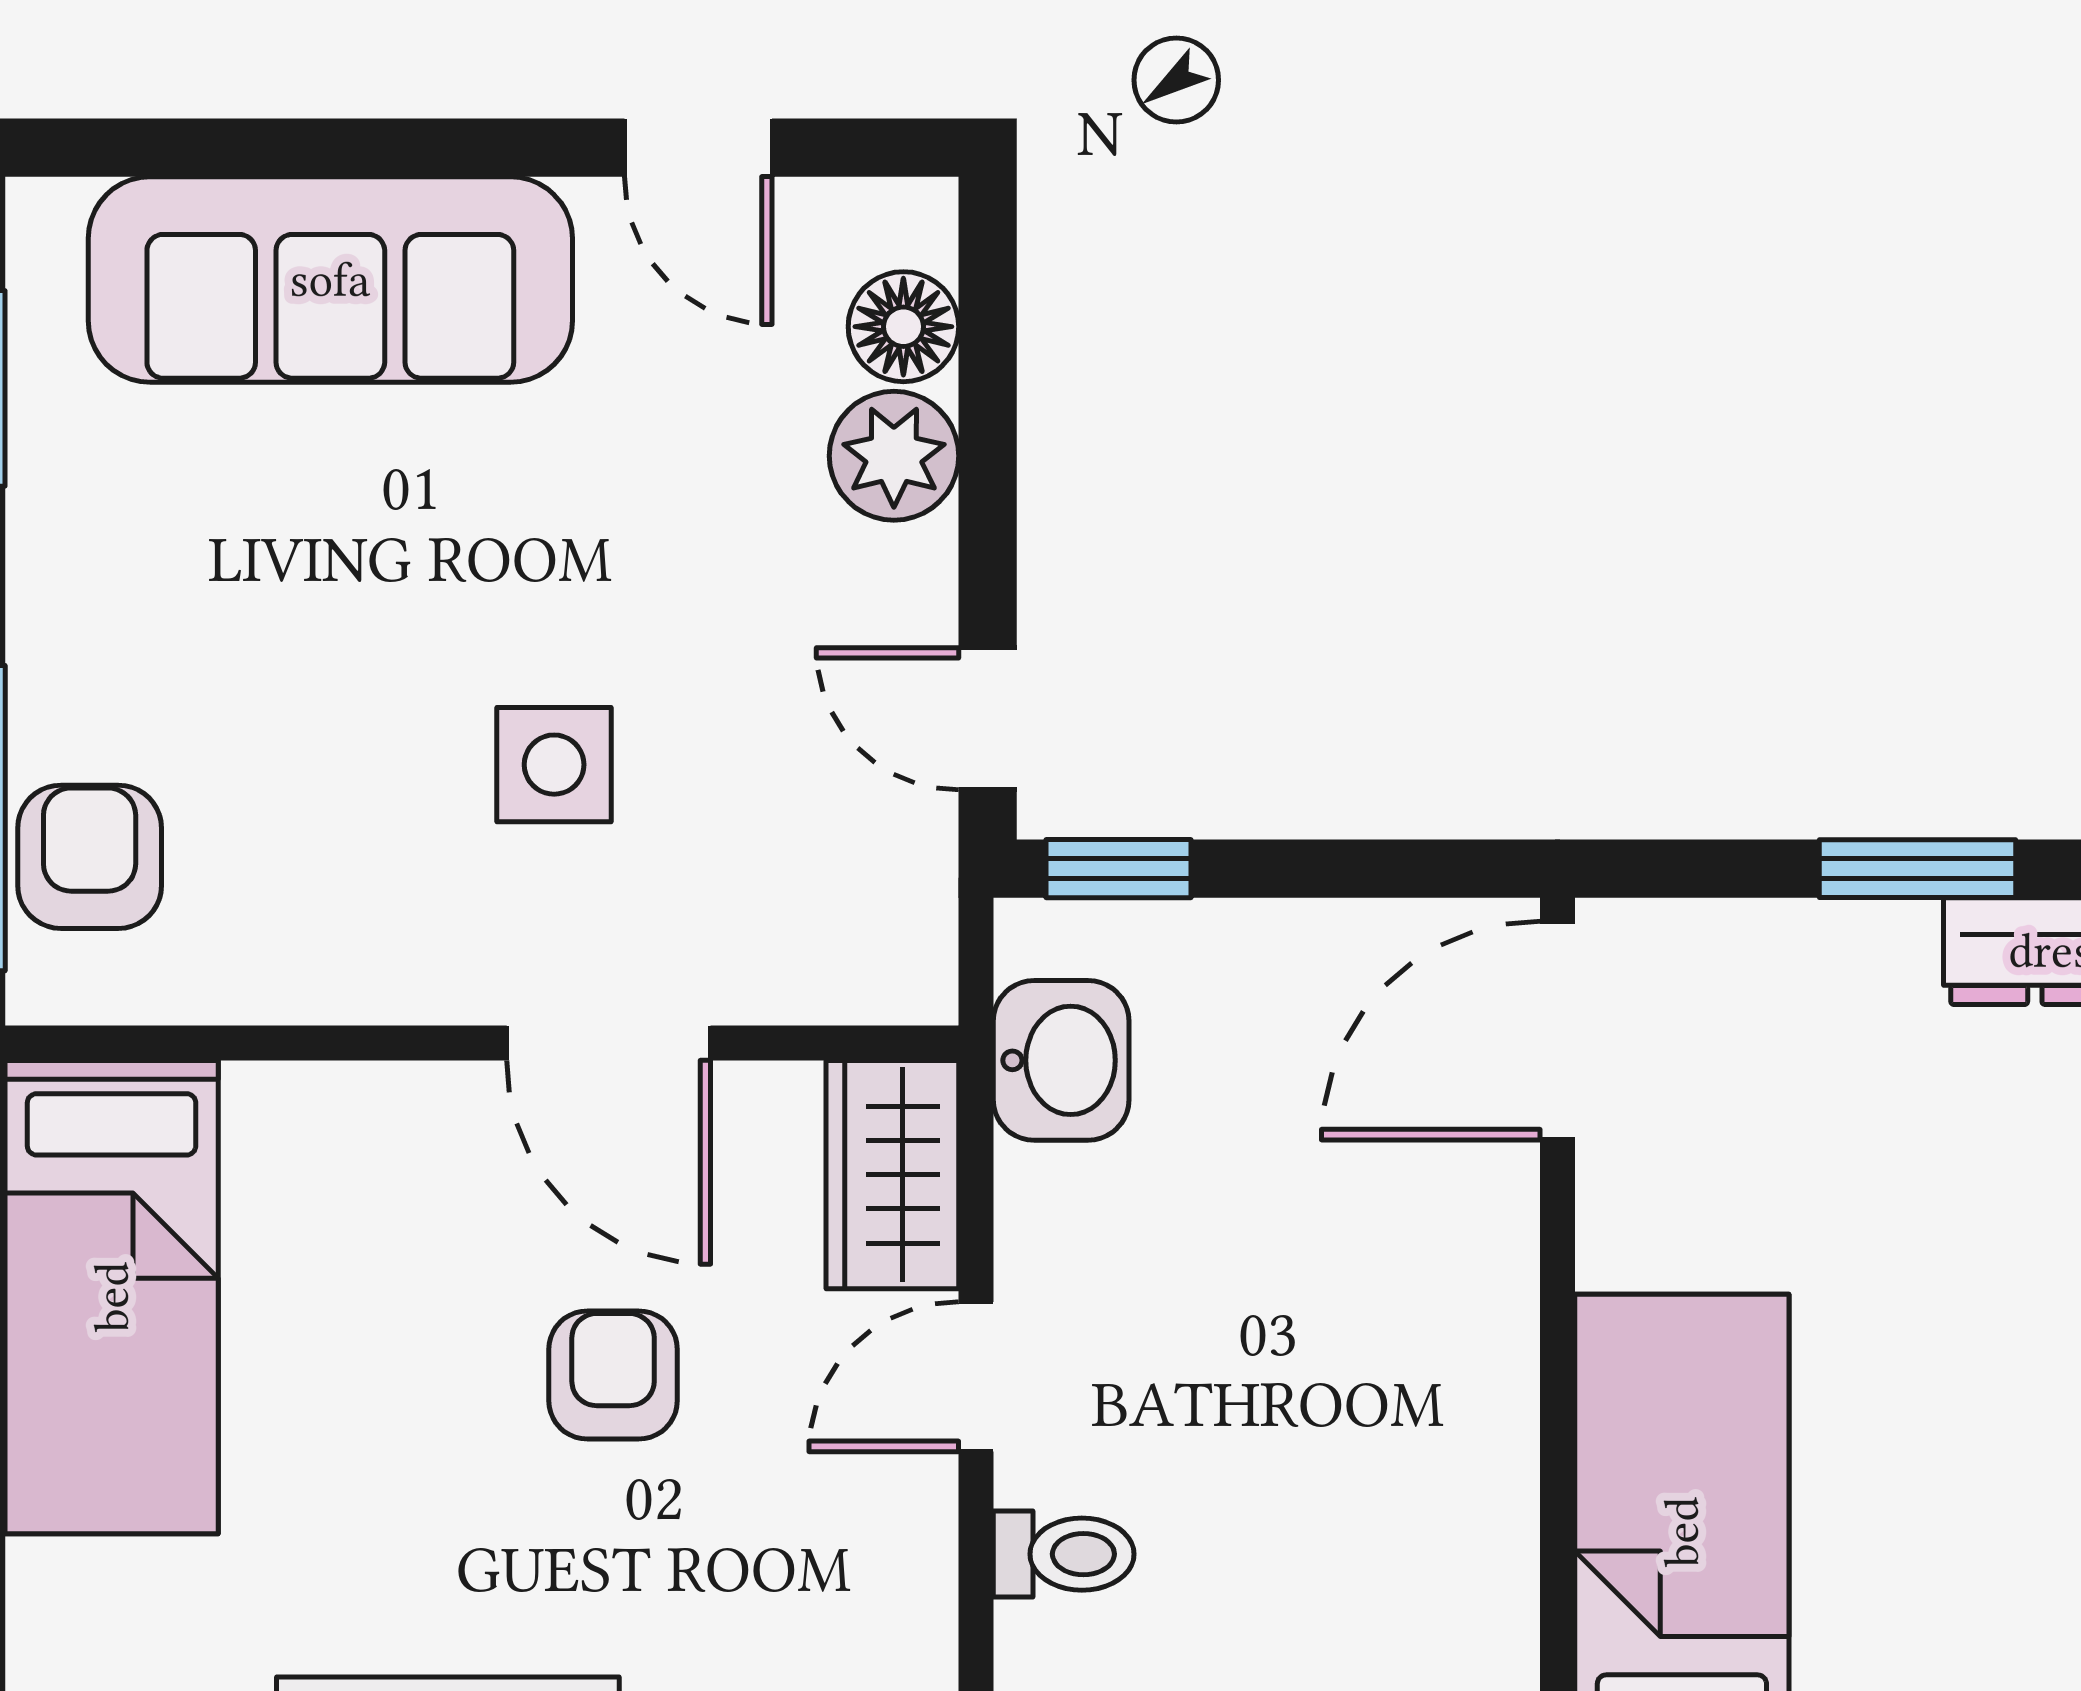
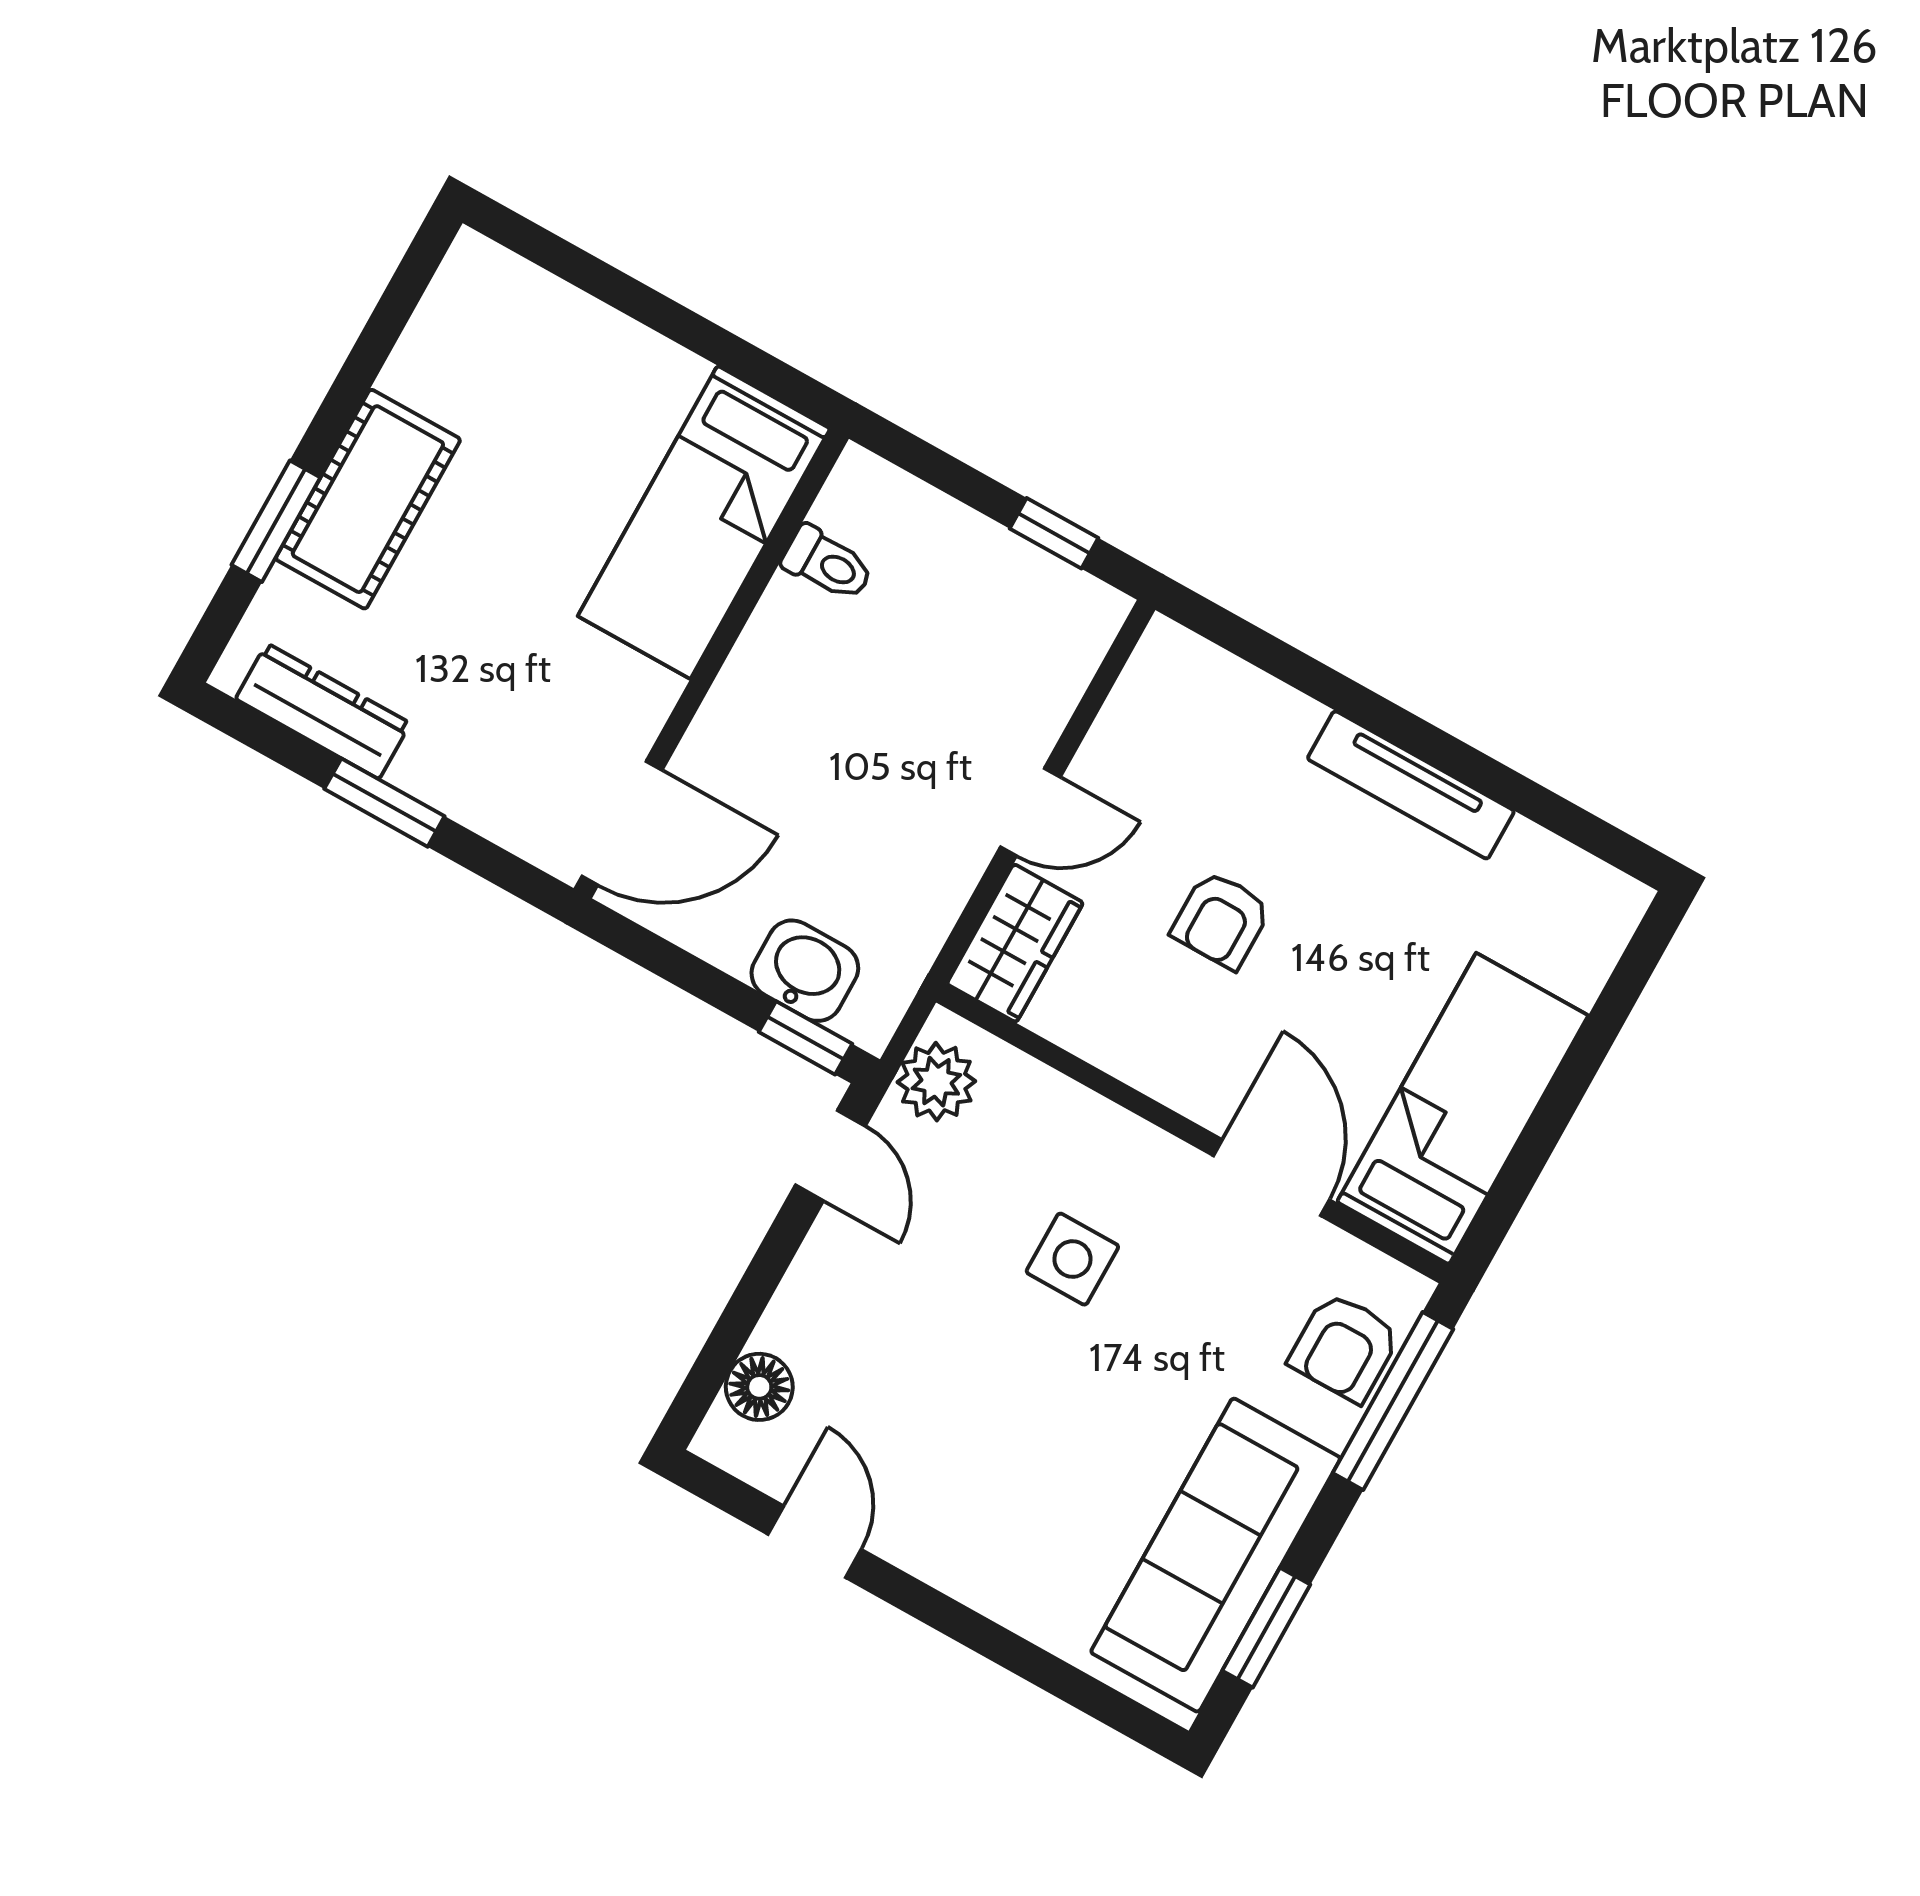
sofa: (330, 280) -> (1216, 1555), moved, turned -90
plant: (894, 456) -> (936, 1082), moved
door: (609, 1043) -> (1272, 1178), moved
washbasin: (1061, 1060) -> (805, 971), moved, turned 90
toilet: (1064, 1554) -> (828, 564), moved, turned 180

